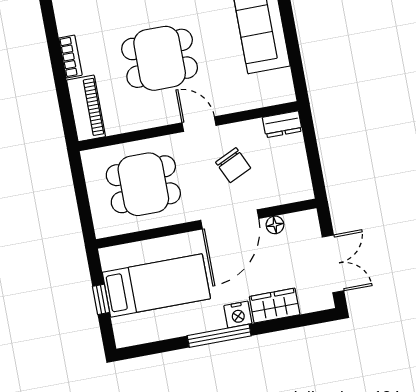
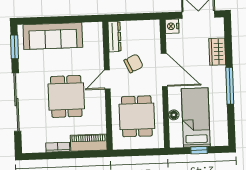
dresser: (282, 124) -> (114, 37), width x1.44
floor lamp: (275, 225) -> (174, 115), moved
nightstand: (238, 315) -> (172, 26), moved, turned 180

